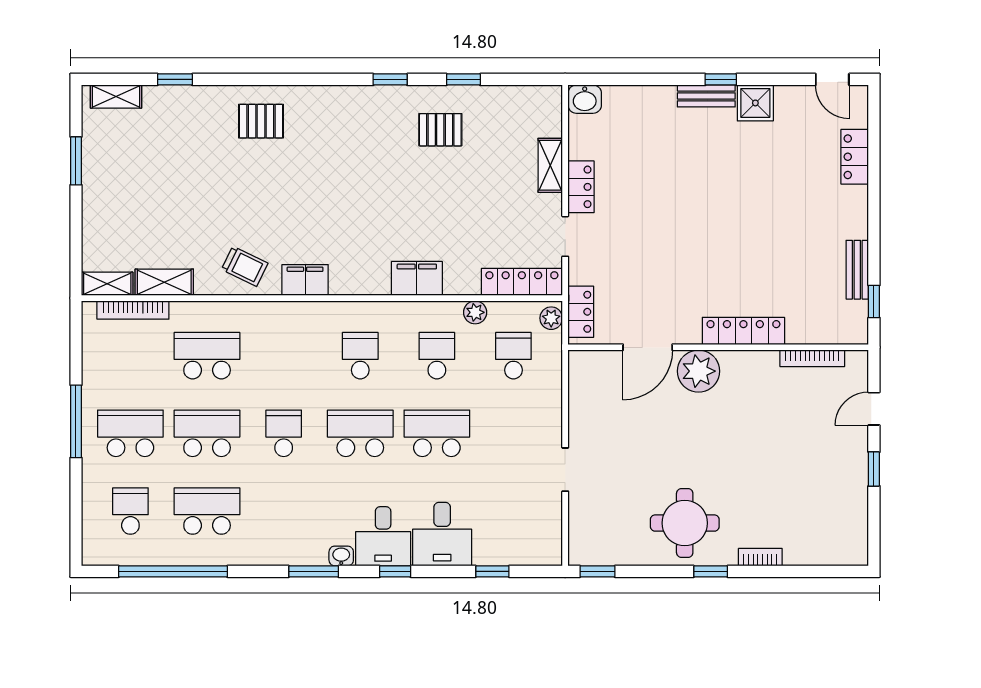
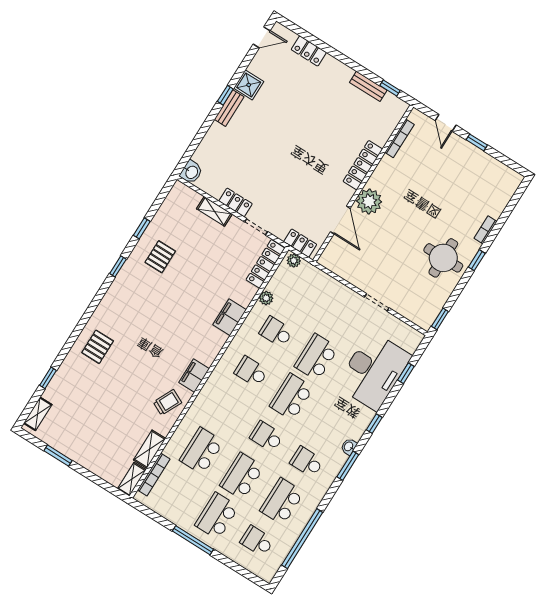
school desk: (513, 356) -> (307, 462), moved
desk: (442, 534) -> (374, 371), width x1.87, depth x1.30
desk: (383, 536) -> (352, 418), removed

